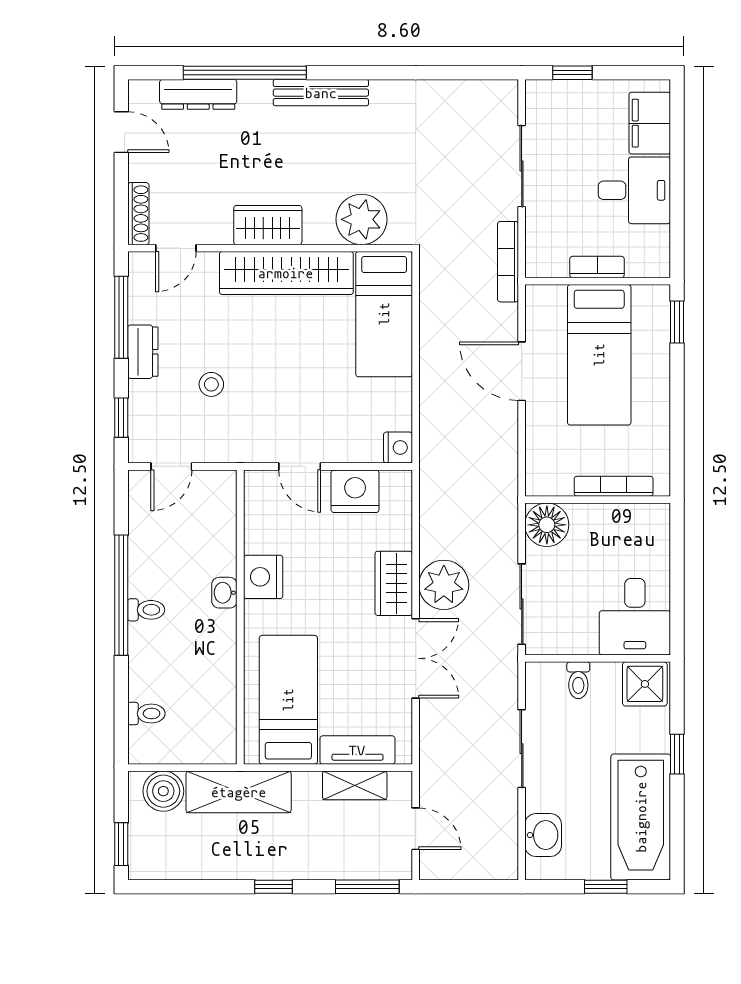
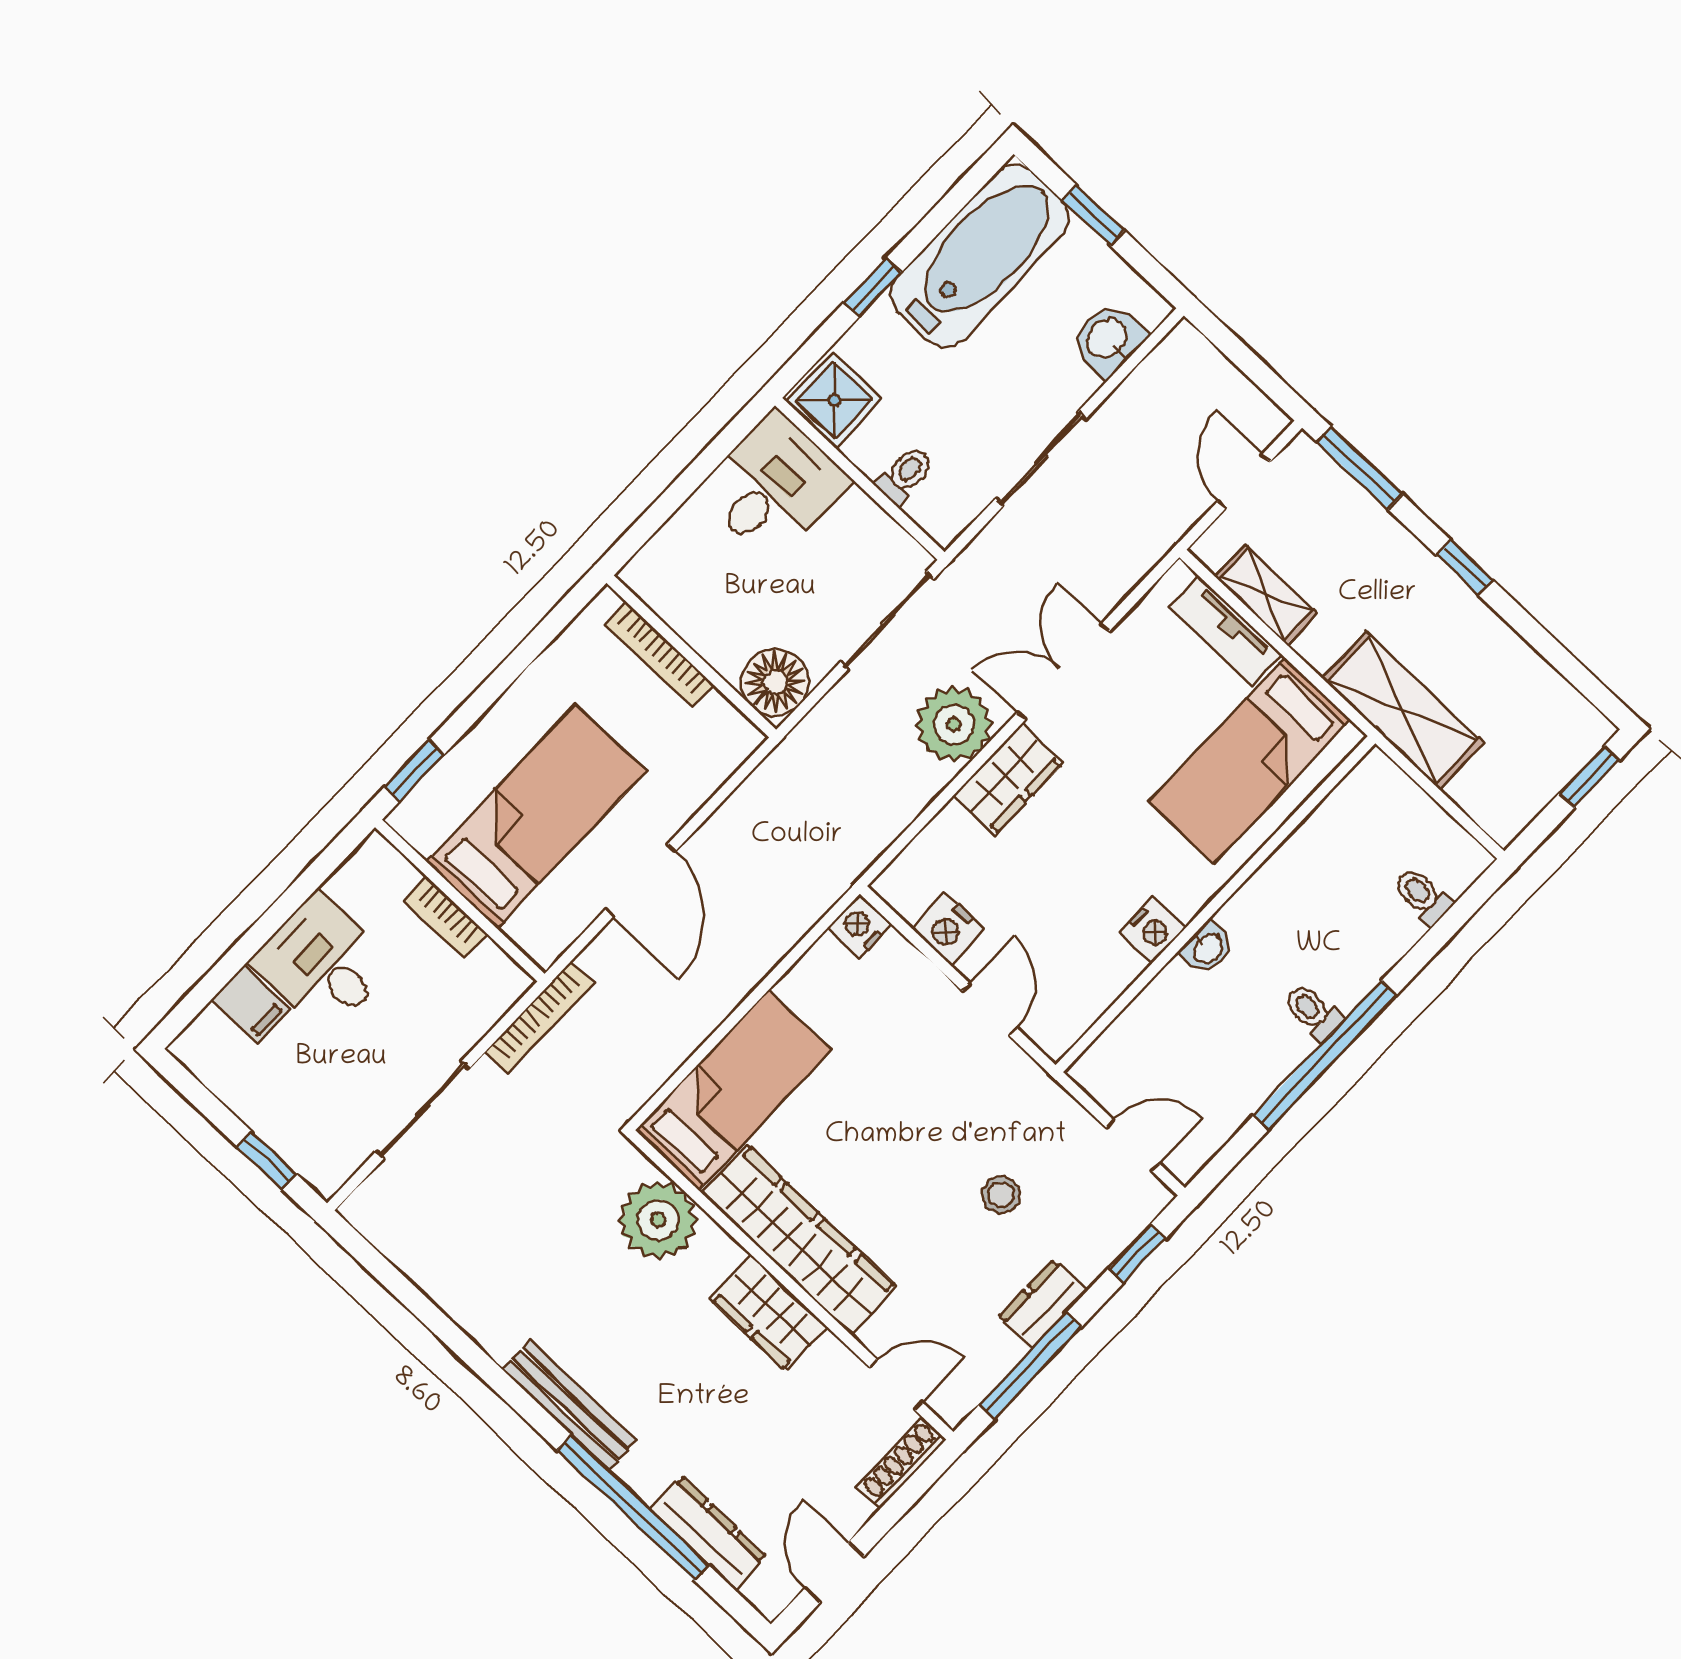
filing cabinet: (650, 123) -> (250, 1005), width x0.50
nightstand: (355, 491) -> (948, 929), width x0.74, depth x0.75
nightstand: (263, 577) -> (1153, 930), width x0.74, depth x0.75
boiler: (163, 791) -> (1486, 791), removed

